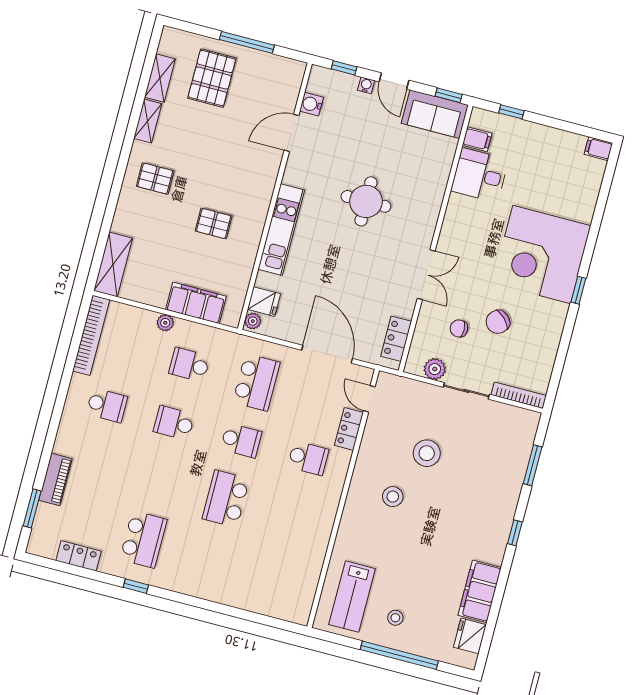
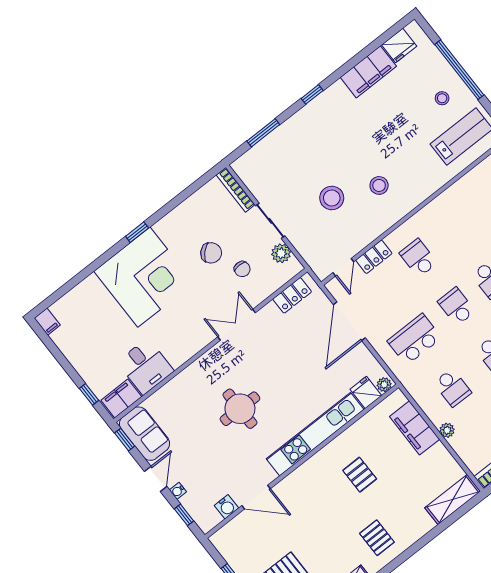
filing cabinet: (477, 139) -> (121, 398), width x2.00
kitchen unit: (281, 230) -> (315, 434), width x1.36

